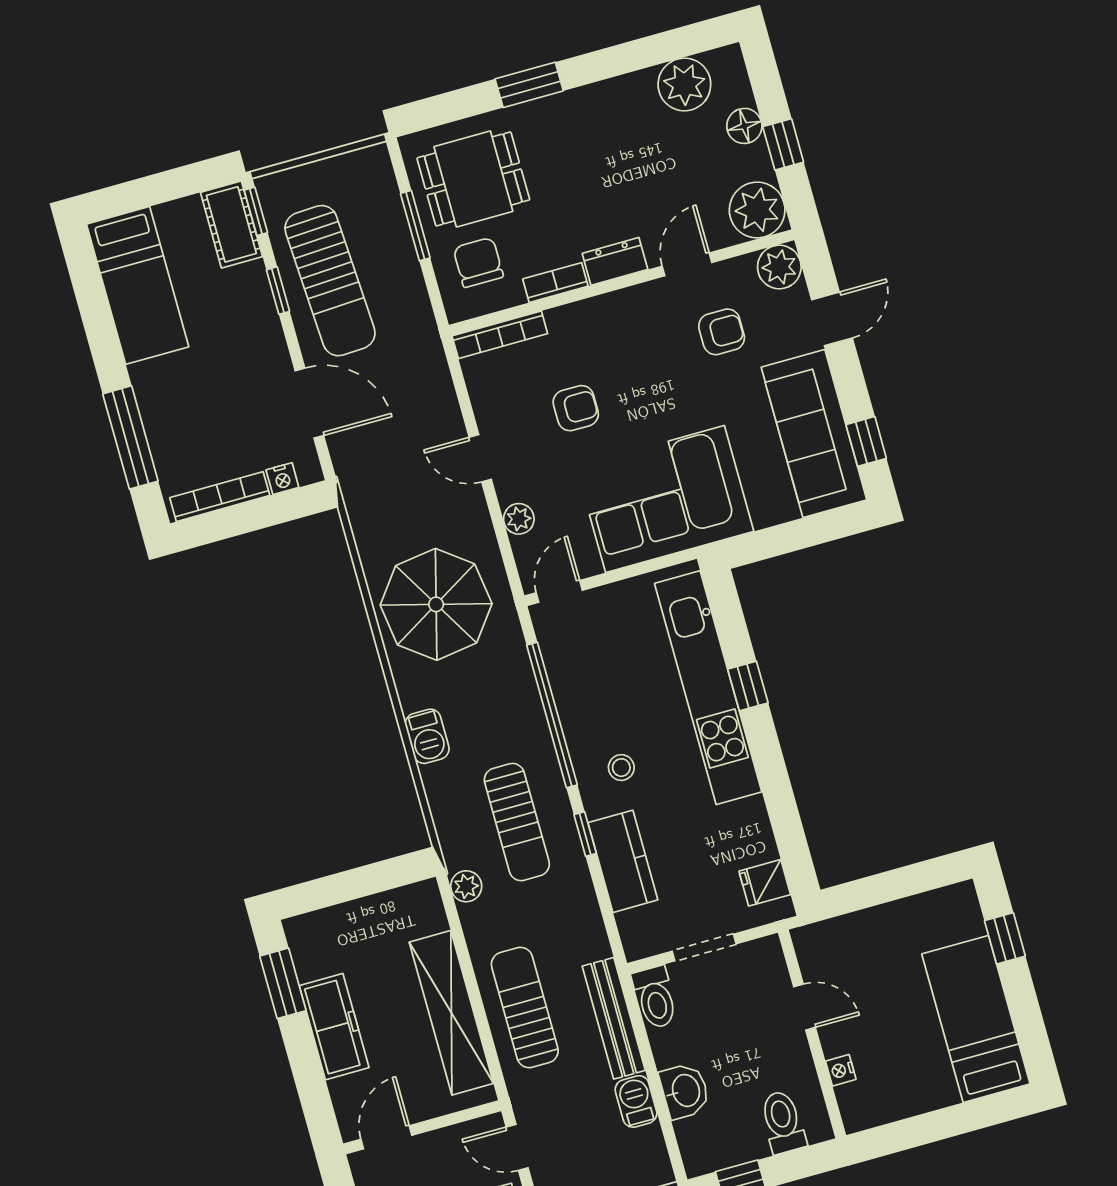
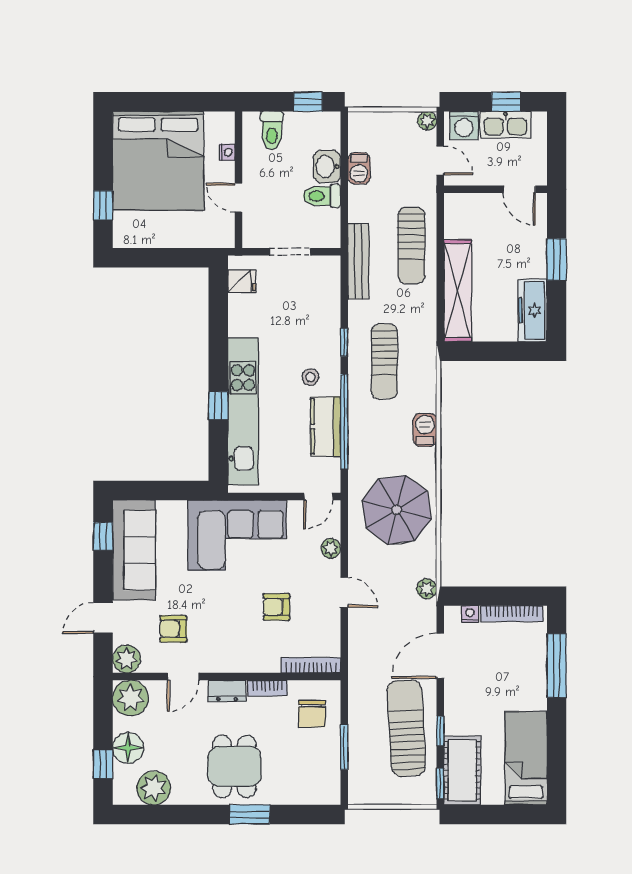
floor lamp: (744, 126) -> (128, 748), width x1.38, depth x1.38
window: (783, 144) -> (103, 764), moved
dining table: (473, 179) -> (234, 766), moved, turned 90
cot: (231, 224) -> (462, 770), width x1.37, depth x1.34
door: (309, 403) -> (440, 656), hinge flipped
sun lounger: (517, 822) -> (384, 361), turned 180
kitchen counter: (623, 861) -> (326, 426), moved
plant: (466, 886) -> (427, 589), moved
window: (283, 983) -> (557, 259), moved
toilet: (655, 997) -> (322, 196), moved, turned -90
shelving: (451, 1013) -> (458, 291), moved
bench: (614, 1018) -> (358, 261), moved
bed: (976, 1019) -> (158, 161), width x2.04
freezer: (334, 1027) -> (532, 310), moved
door: (386, 1137) -> (519, 189), hinge flipped

